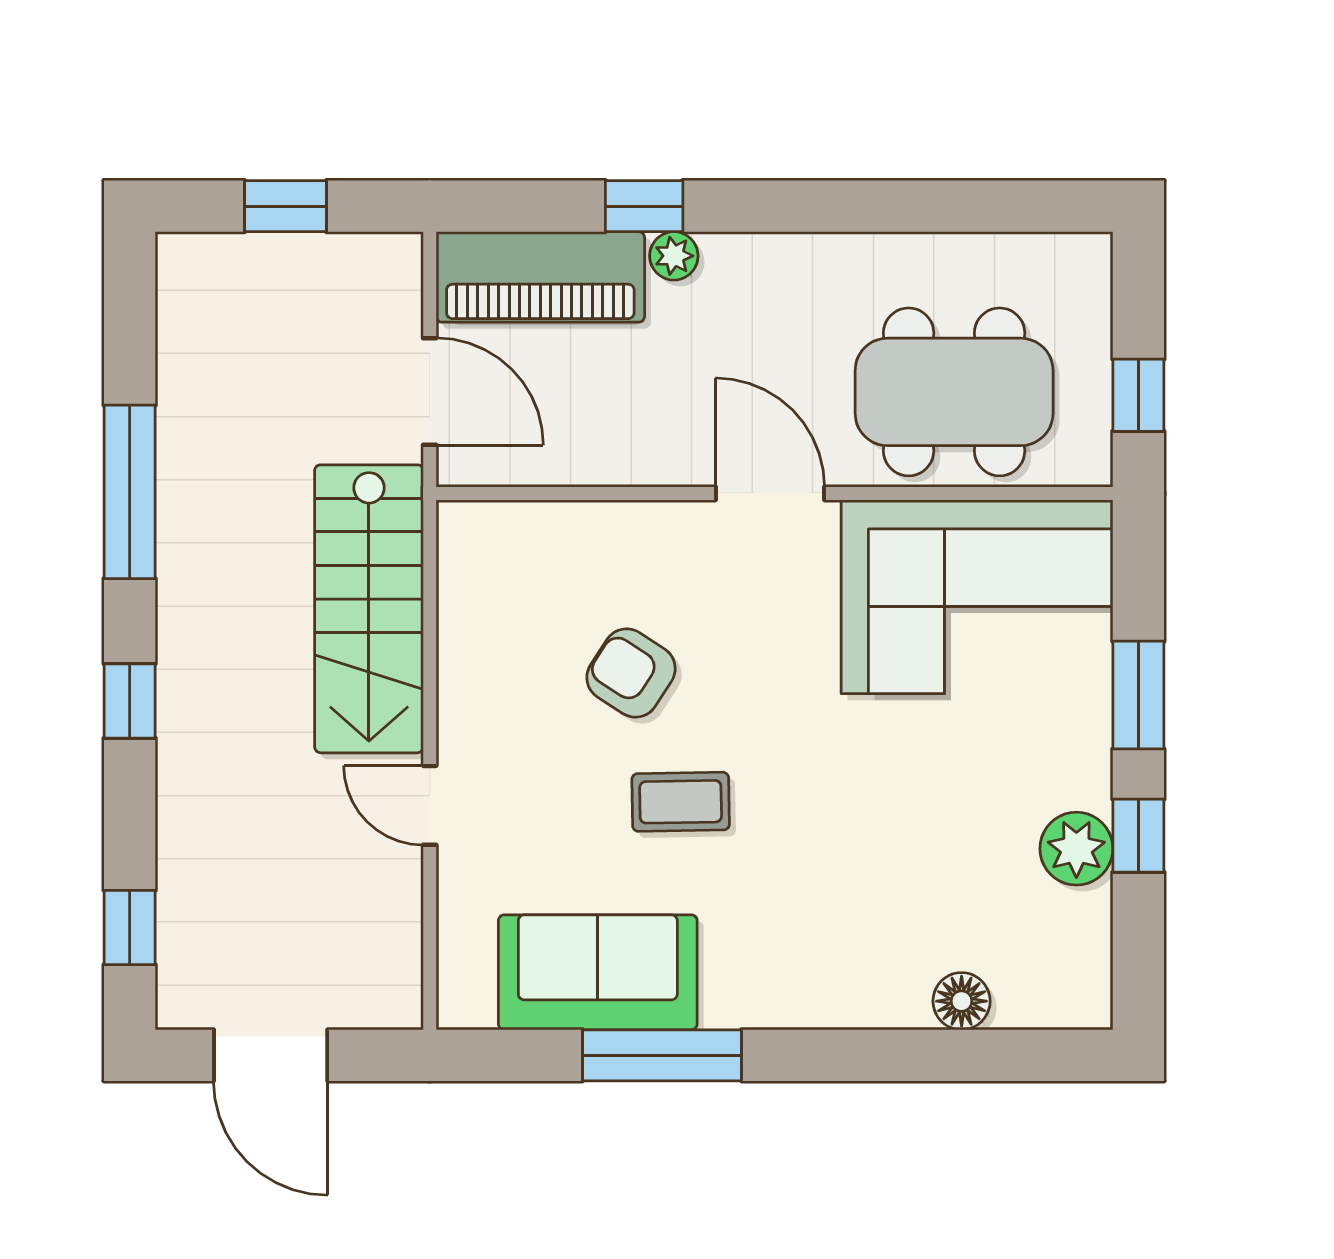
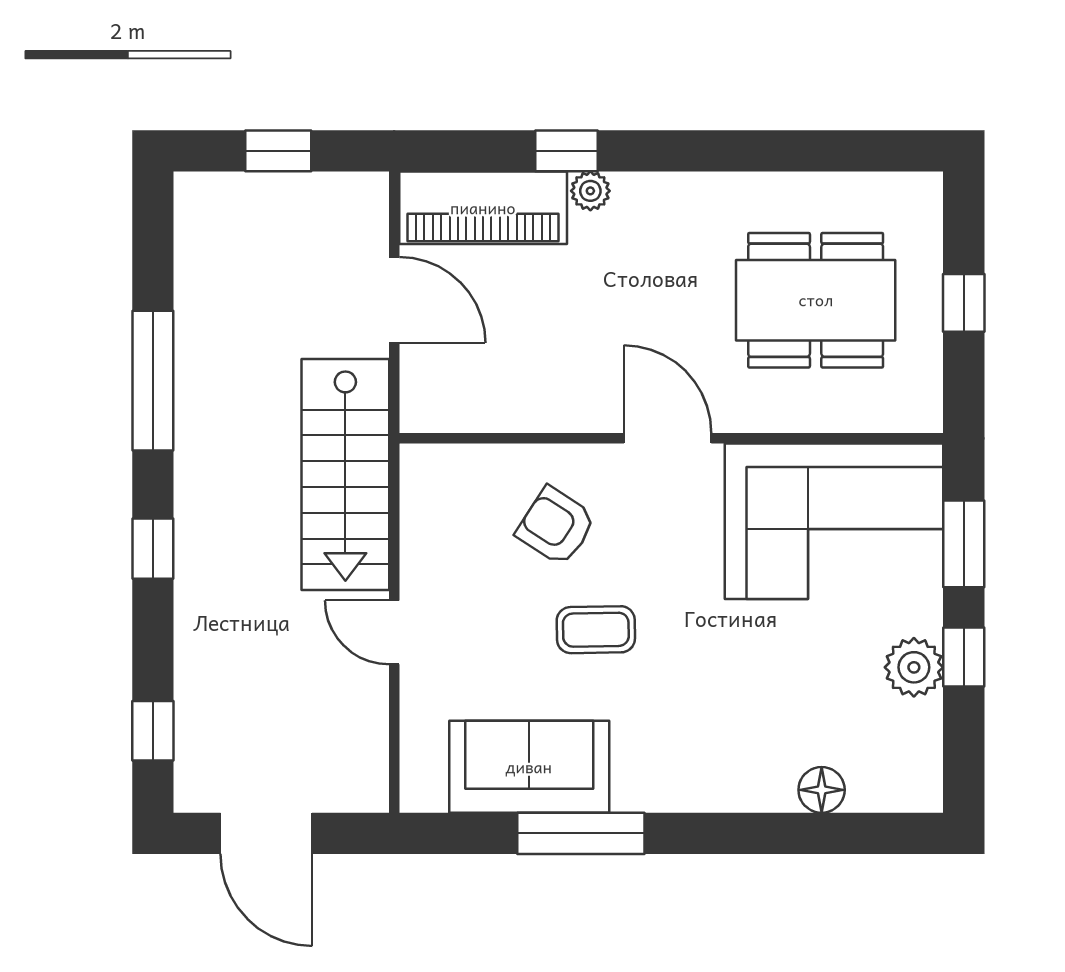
door: (770, 493) -> (668, 438), moved
wall: (774, 493) -> (671, 438), moved
corner sofa: (977, 597) -> (834, 521), moved

